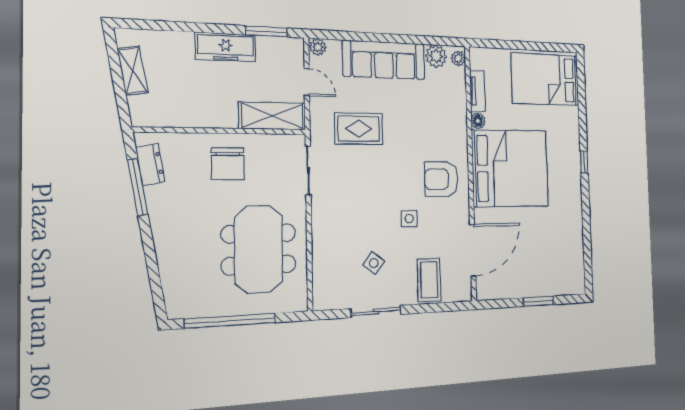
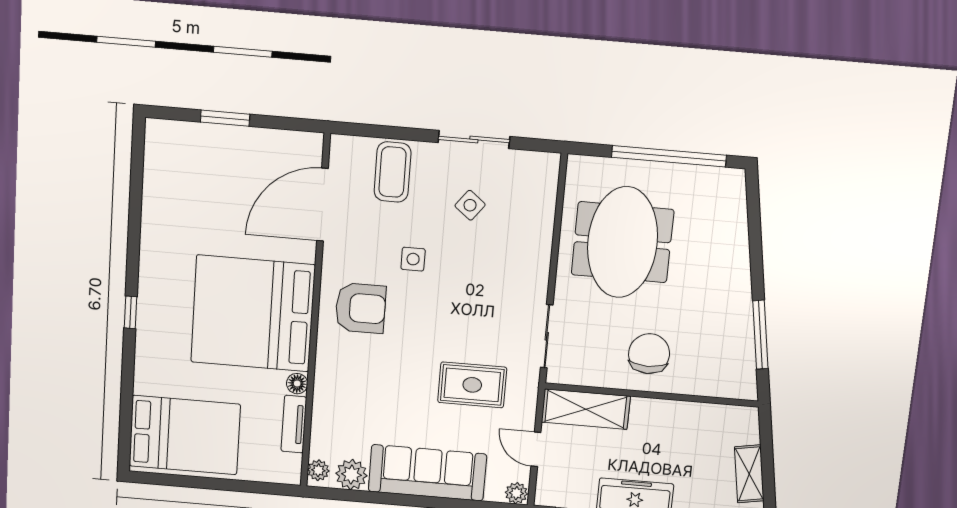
dresser: (150, 164) -> (742, 361), removed

